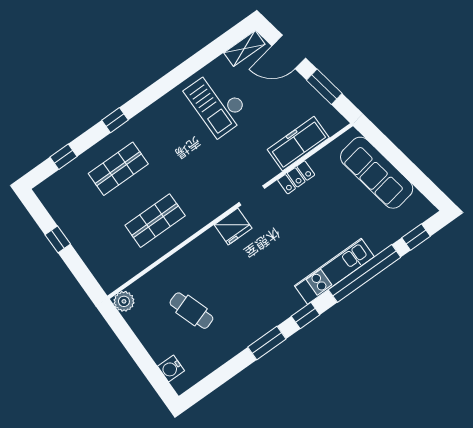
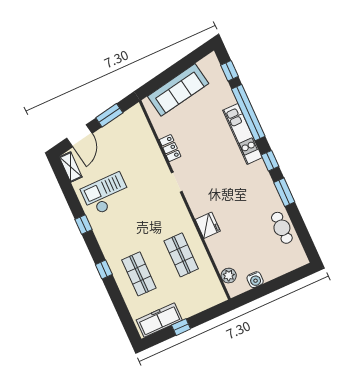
checkout: (217, 103) -> (106, 194), turned 180
freezer: (298, 144) -> (159, 320), moved, turned 90
window: (64, 157) -> (84, 224), moved
fridge: (233, 227) -> (208, 225), moved
plant: (124, 301) -> (229, 276), moved
cafe table: (191, 311) -> (282, 228), moved, turned -71
water cooler: (171, 369) -> (255, 280), moved

